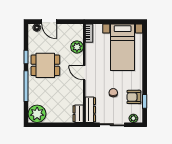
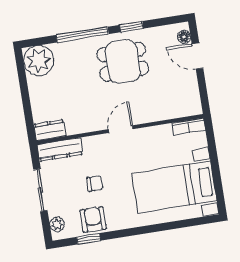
door: (49, 22) -> (197, 56), hinge flipped
plant: (77, 47) -> (162, 110), removed
dining table: (45, 65) -> (123, 62), turned 90

